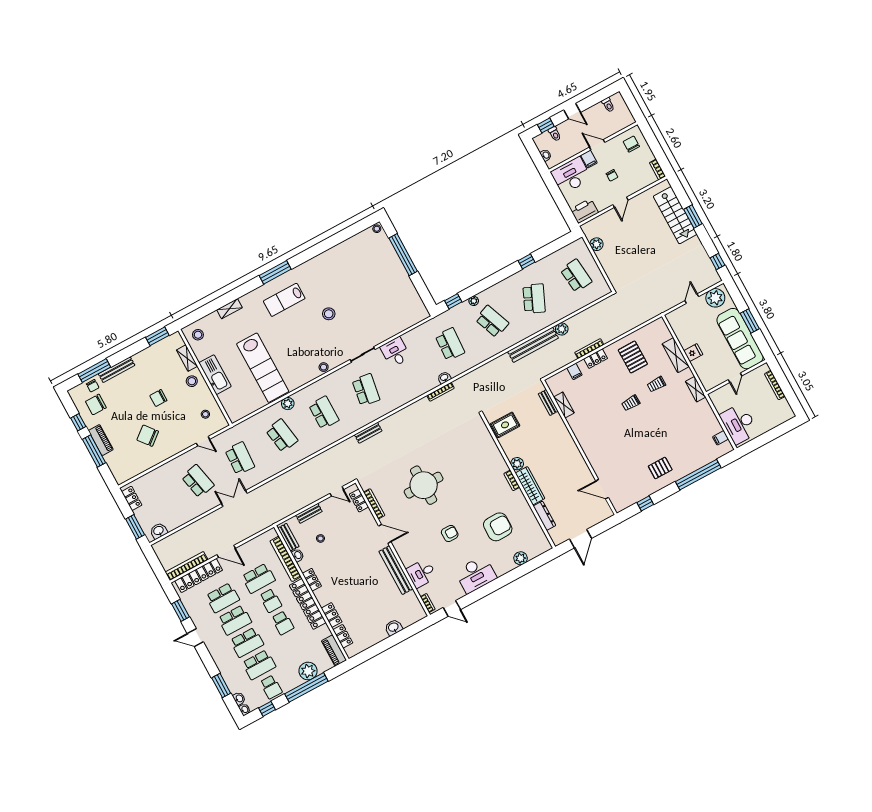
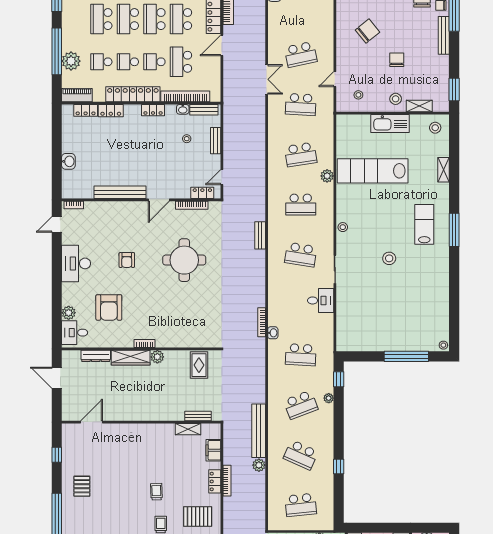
filing cabinet: (574, 371) -> (213, 450), width x2.00
desk: (421, 573) -> (75, 333), moved, turned -90
school desk: (271, 687) -> (101, 62), moved

